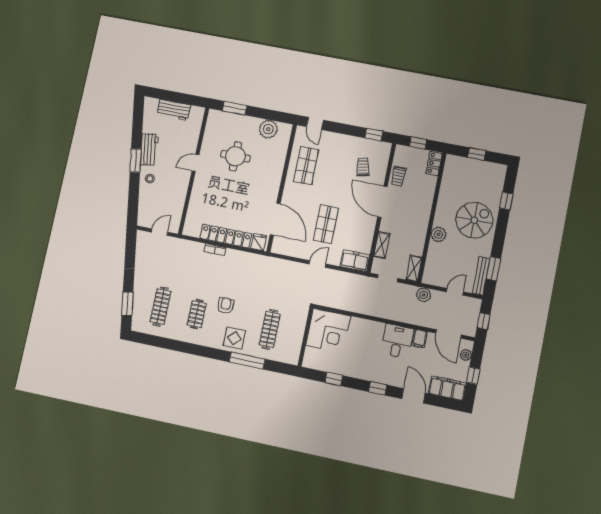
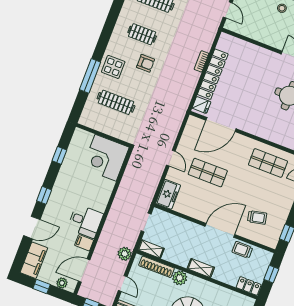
shelving: (382, 245) -> (201, 268), moved
shoe rack: (431, 260) -> (157, 267), added

